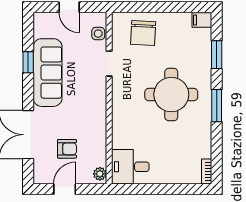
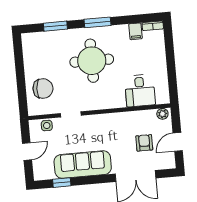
filing cabinet: (202, 20) -> (136, 31), moved
window: (28, 62) -> (62, 183), moved
desk: (130, 167) -> (140, 91), moved
door: (65, 189) -> (178, 142), hinge flipped

